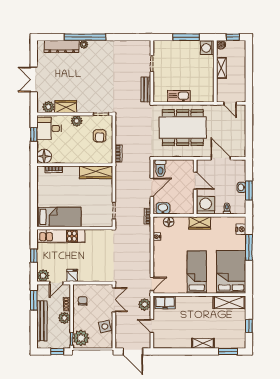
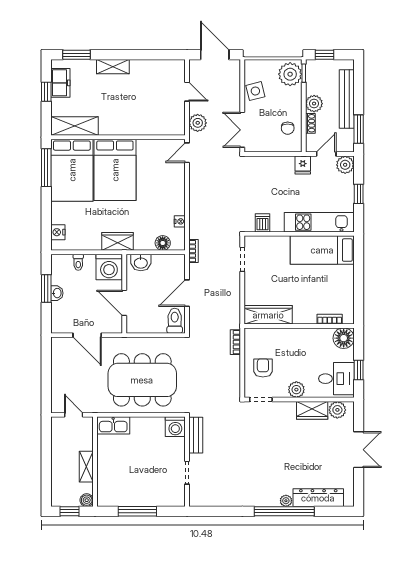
washing machine: (207, 48) -> (175, 427), moved, turned 90
kitchen sink: (179, 96) -> (113, 425), moved
washbasin: (163, 208) -> (141, 263), moved
dishwasher: (100, 236) -> (263, 223), added
window: (249, 247) -> (46, 168), moved
bed: (197, 272) -> (115, 170), width x1.50
freezer: (165, 302) -> (60, 83), moved, turned 90

